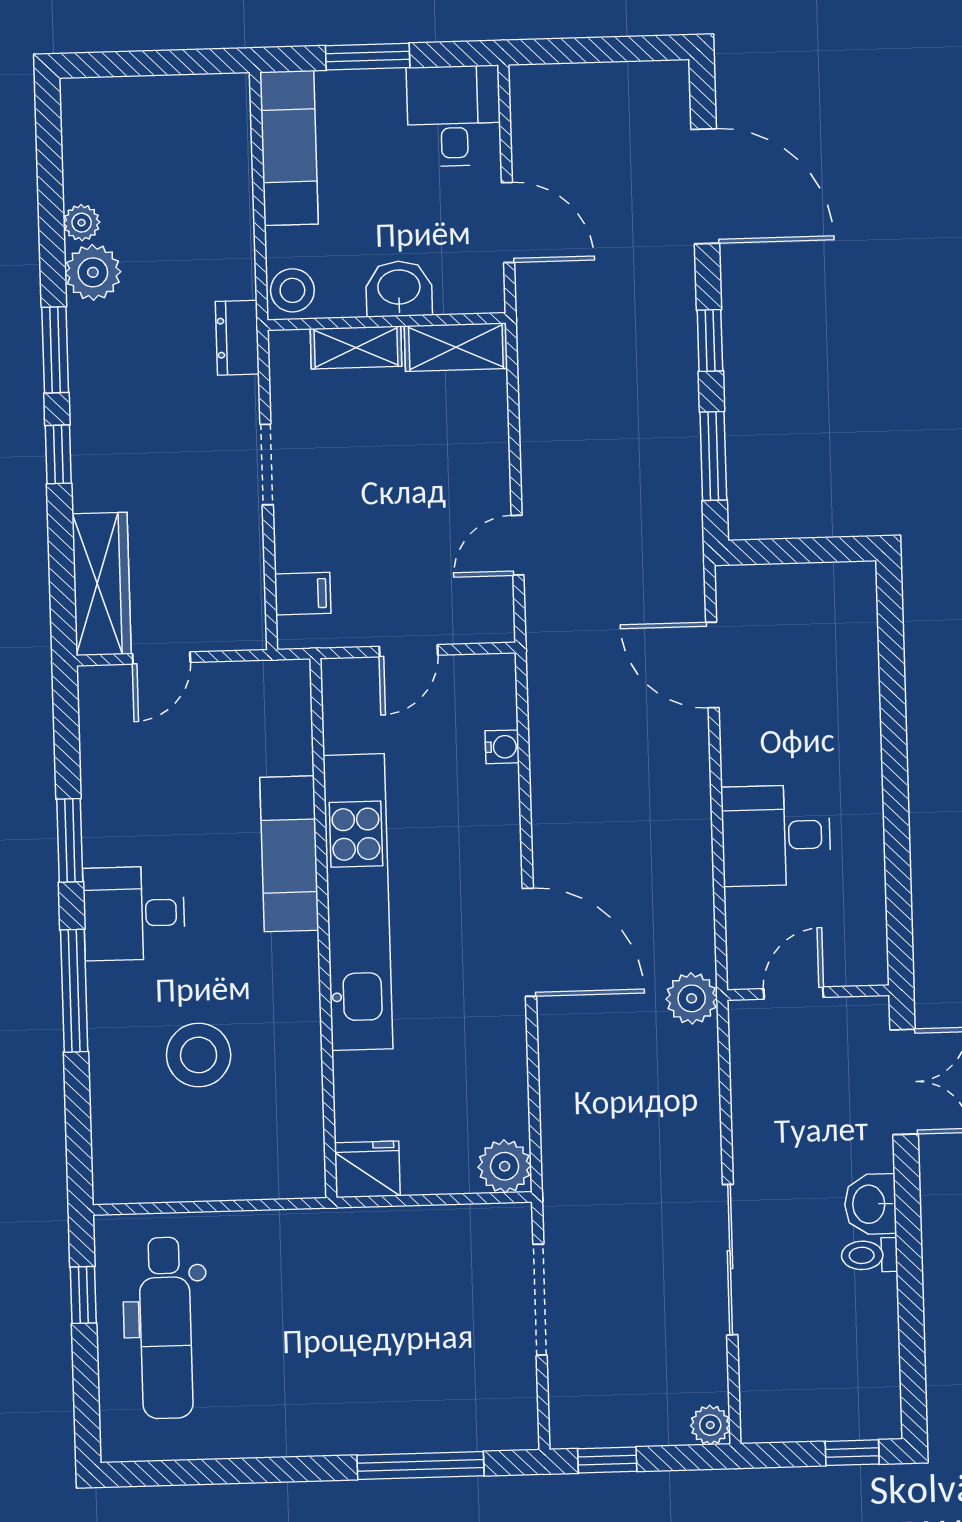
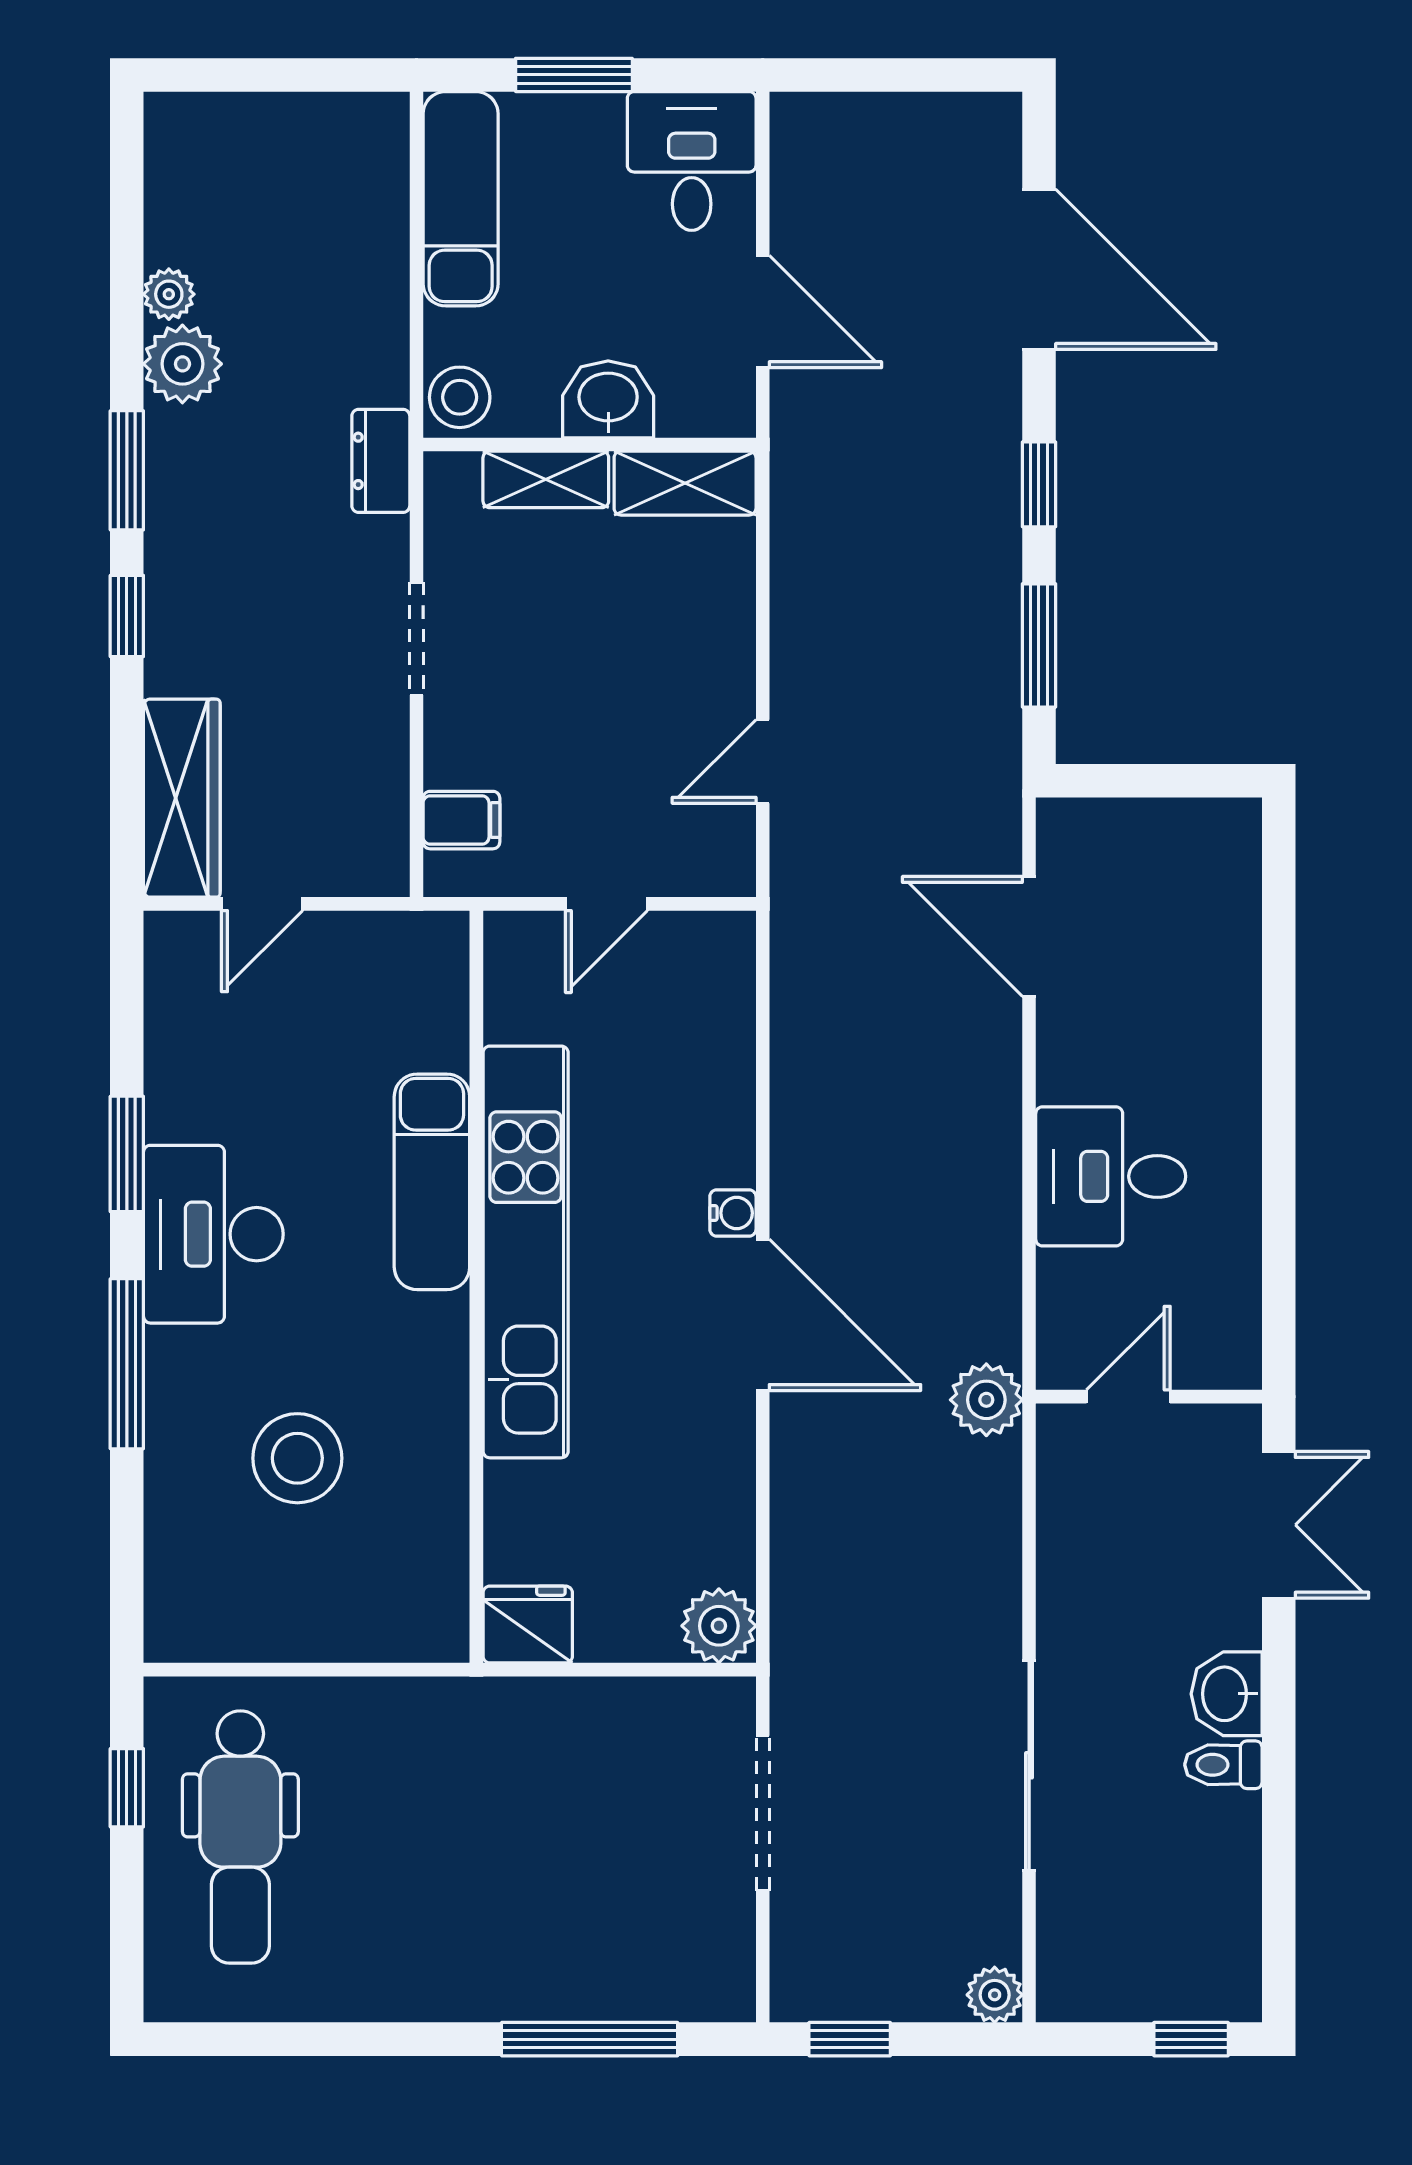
water cooler: (502, 747) -> (733, 1213), moved
desk: (134, 913) -> (213, 1234), width x1.37

